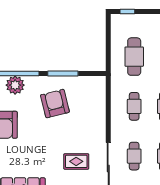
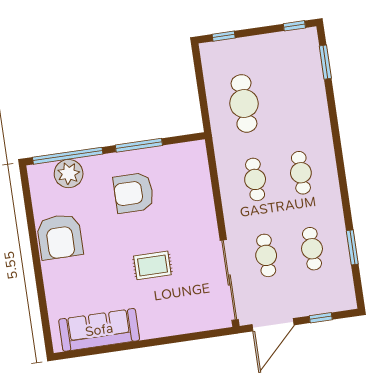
armchair: (55, 104) -> (134, 193), turned -76
rug: (76, 161) -> (152, 265), moved

